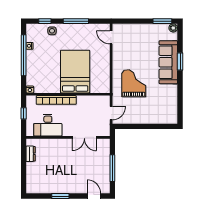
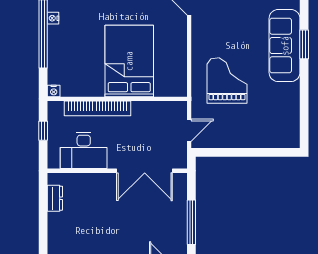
double door: (84, 137) -> (145, 171), width x1.37

